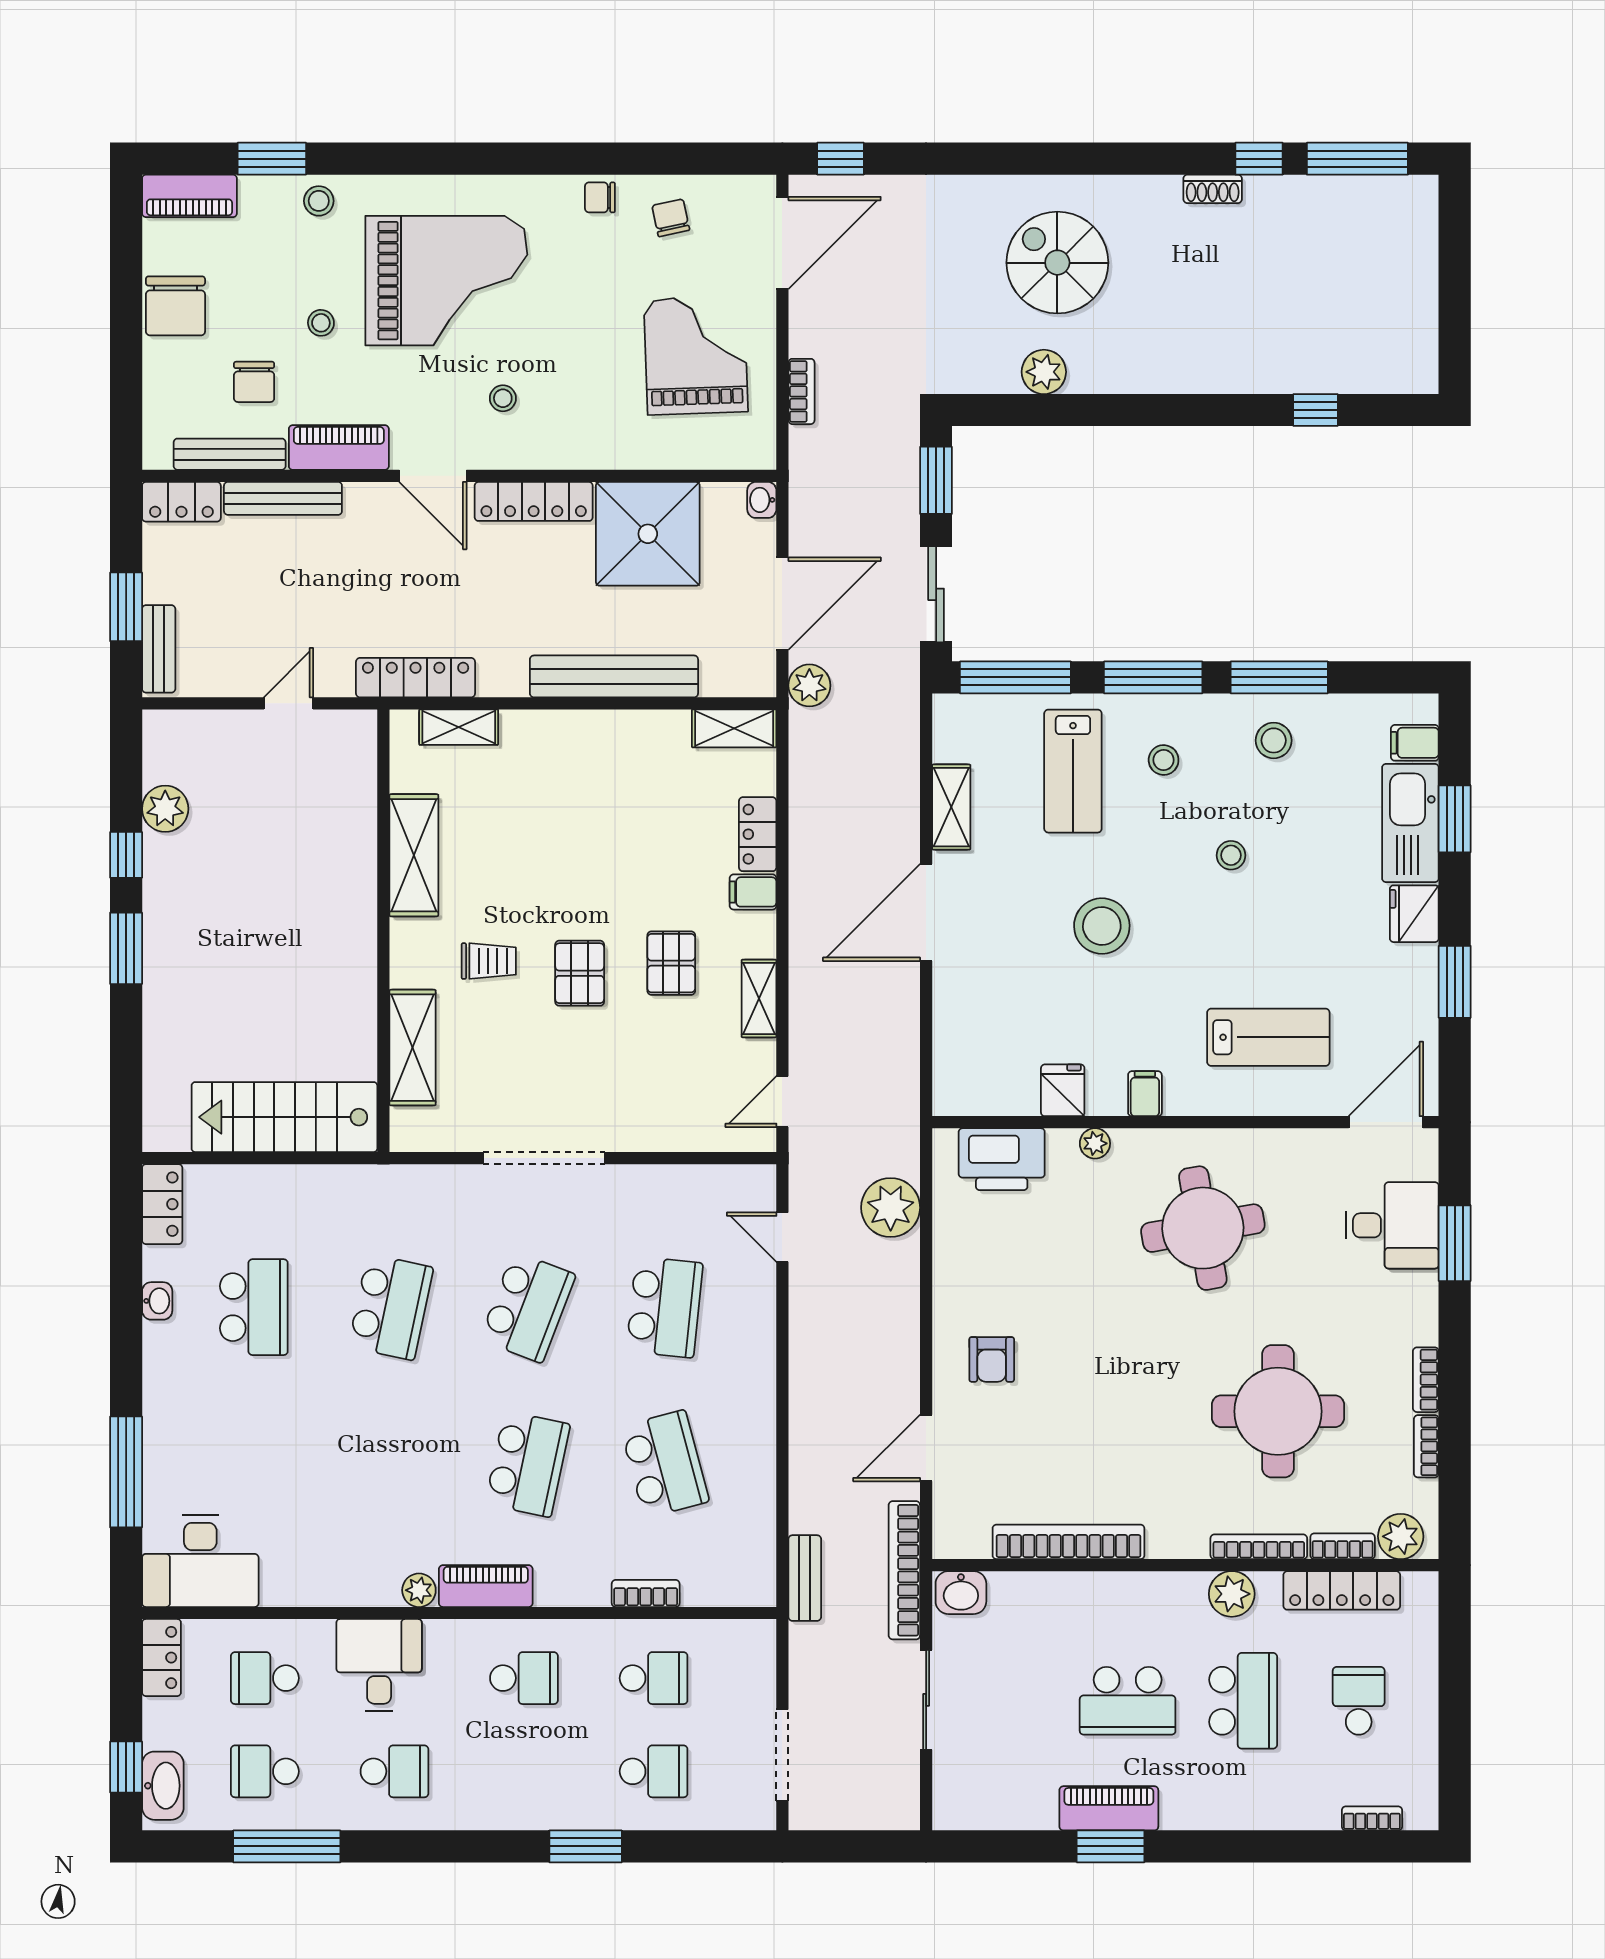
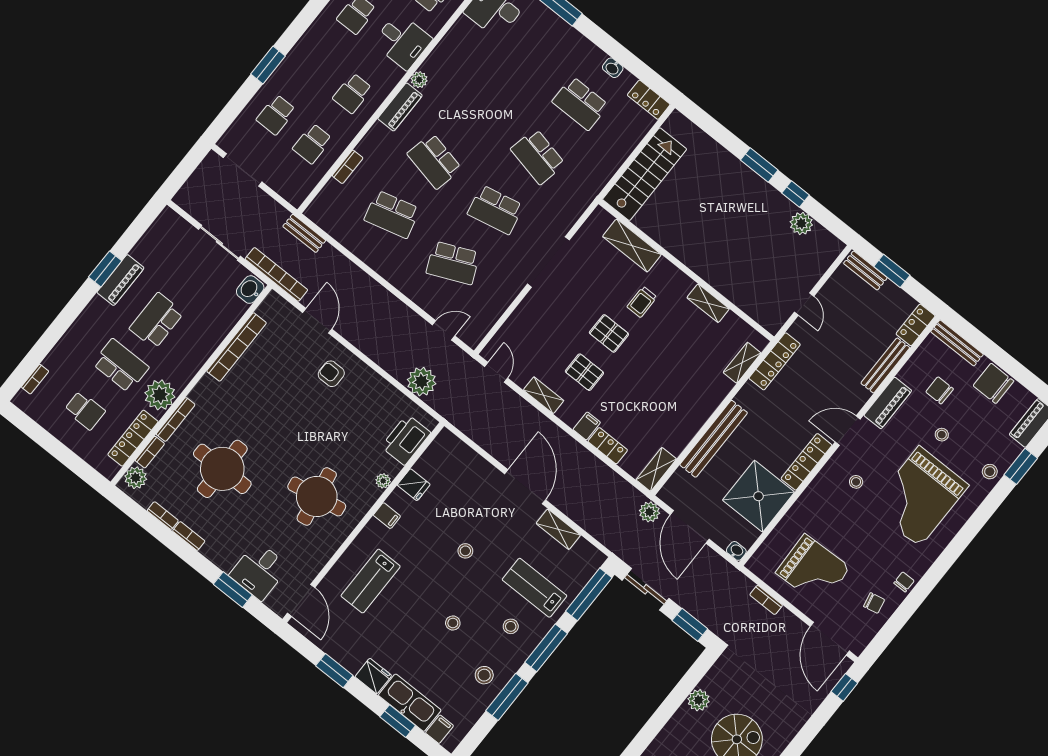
bench: (230, 454) -> (957, 343), moved, turned 90
shelving: (414, 855) -> (708, 303), width x0.67, depth x0.75
stool: (1102, 926) -> (465, 551), width x0.53, depth x0.53
school desk: (528, 1307) -> (495, 210), turned -33
school desk: (665, 1307) -> (453, 263), turned -30
plant: (1232, 1594) -> (160, 395), width x1.36, depth x1.36
school desk: (1243, 1701) -> (121, 366), turned 180

